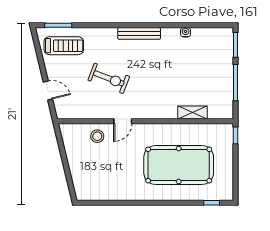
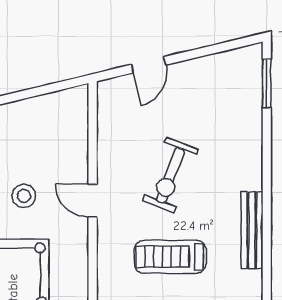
treadmill: (64, 46) -> (170, 257), moved, turned 90
stool: (97, 136) -> (24, 196), moved

